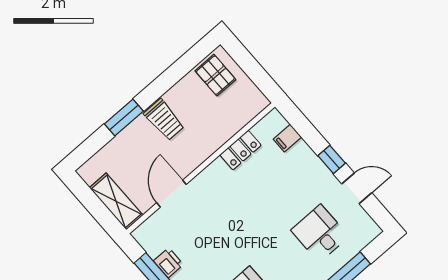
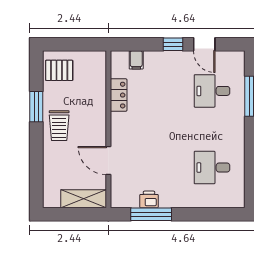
window: (124, 117) -> (36, 107), moved
trolley: (164, 120) -> (59, 126), turned 90
door: (357, 188) -> (204, 44), swing flipped

